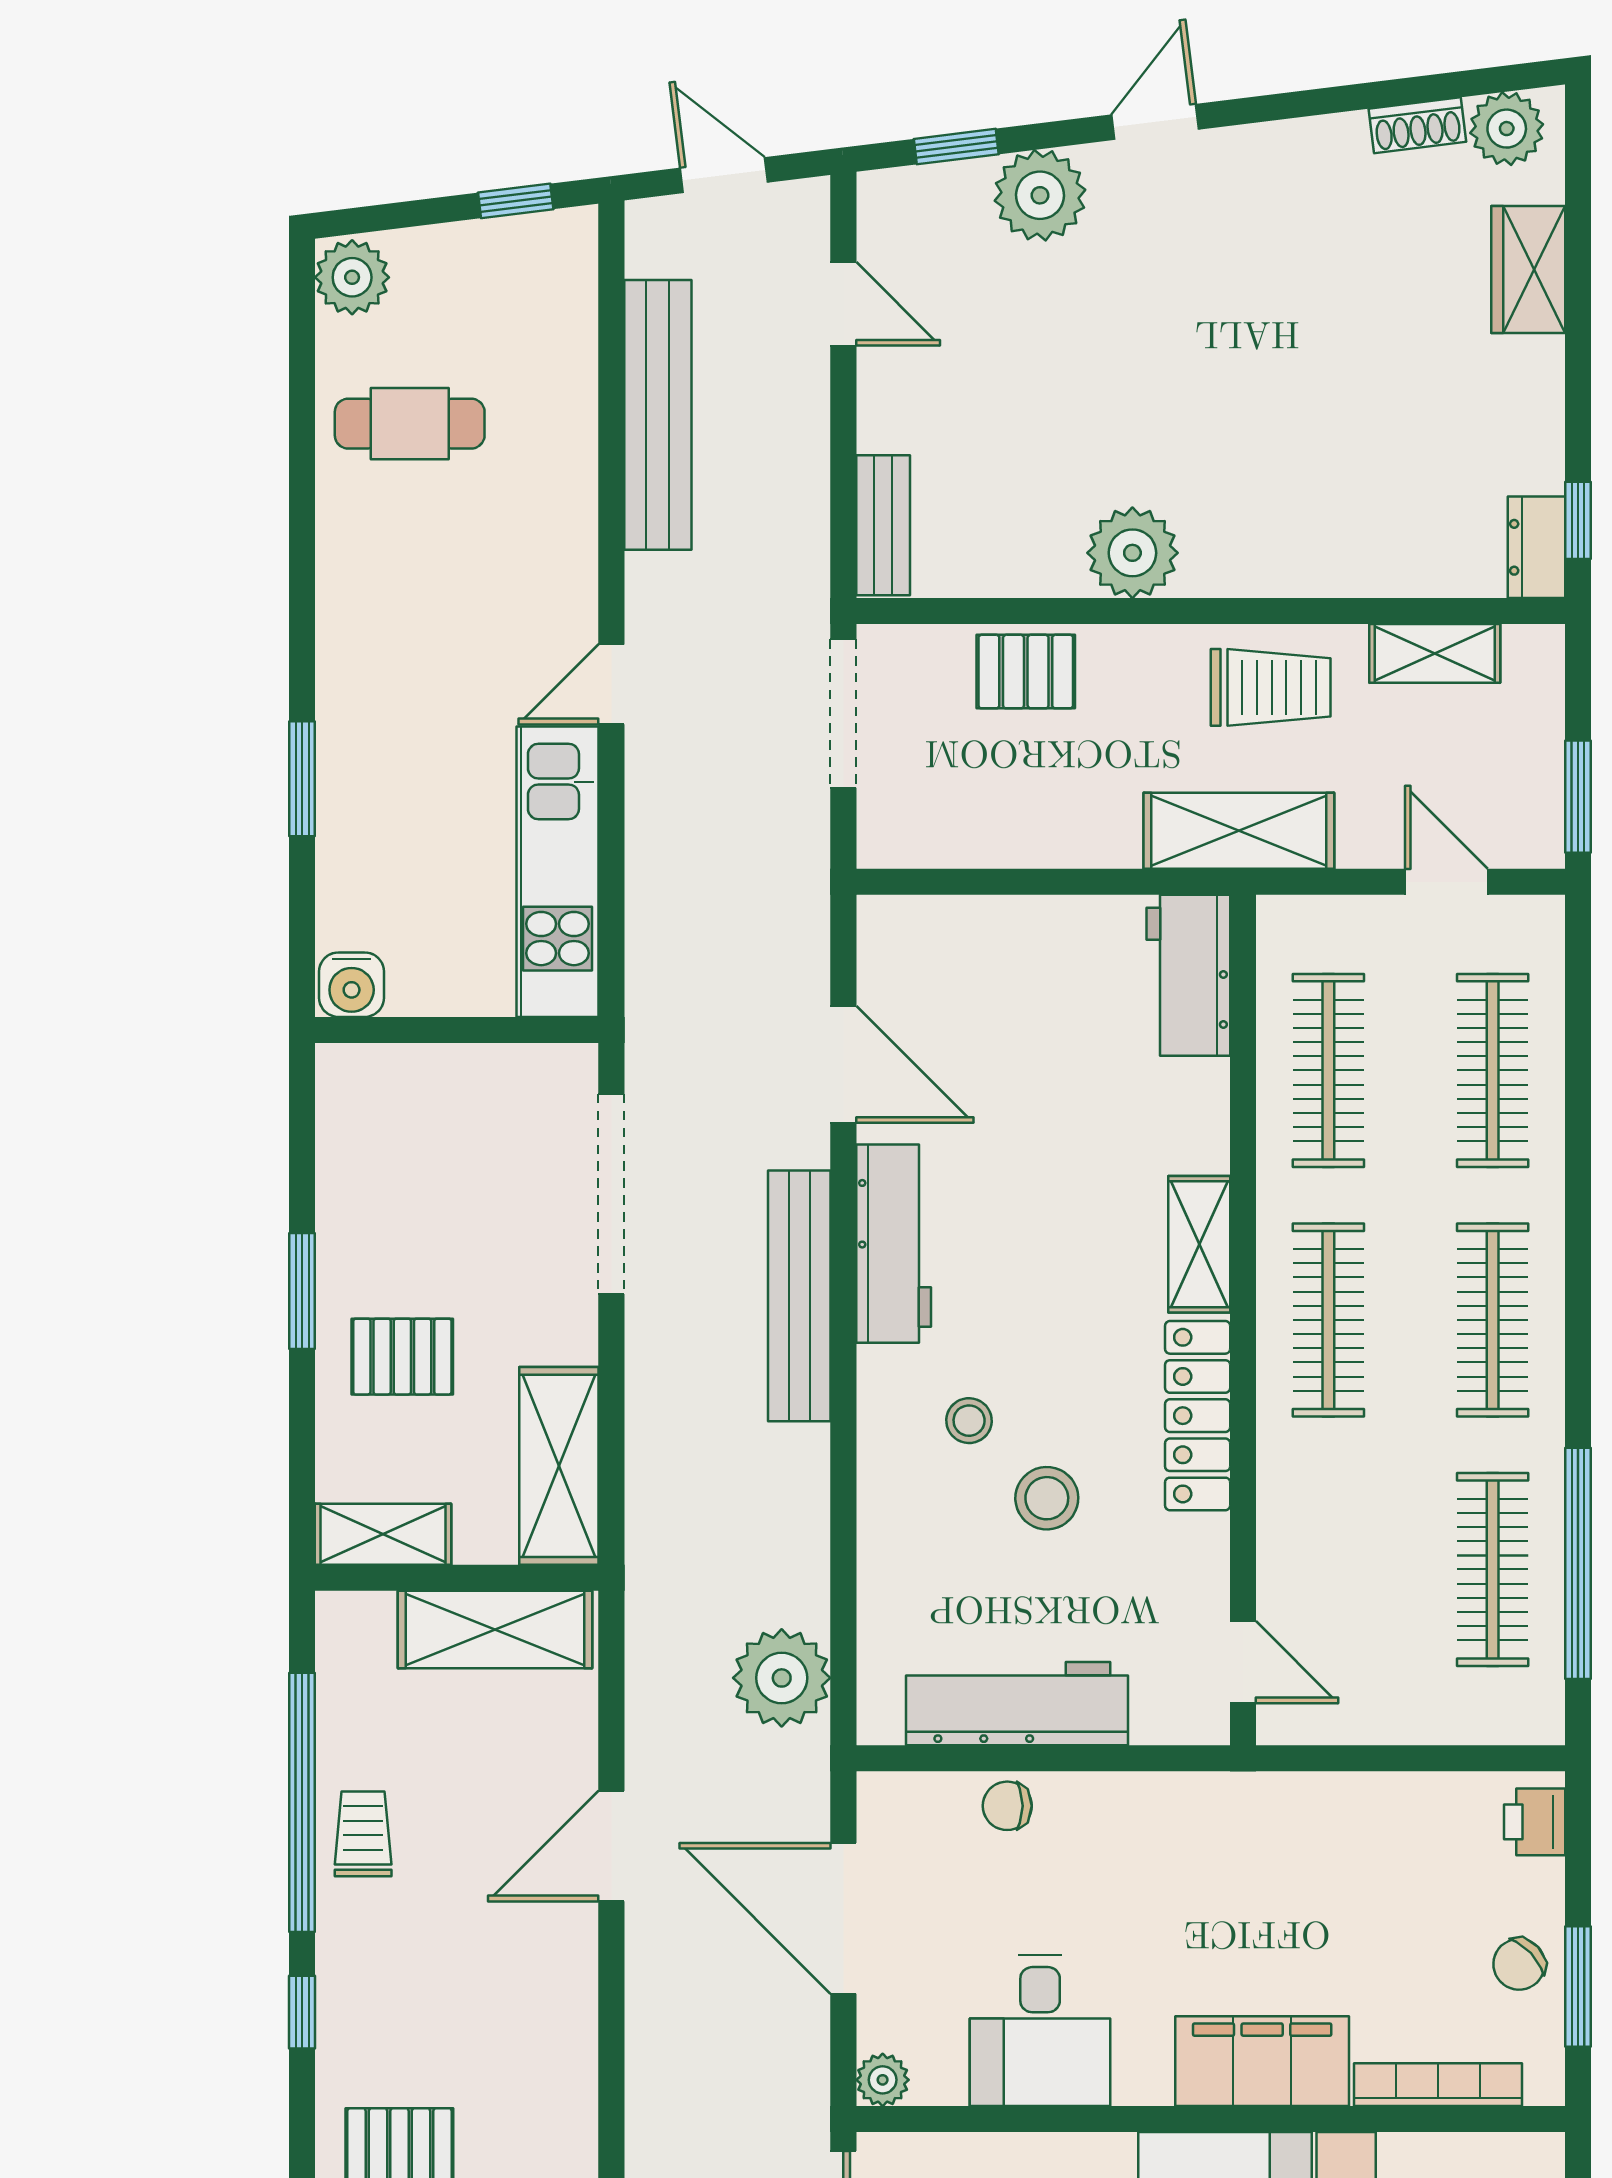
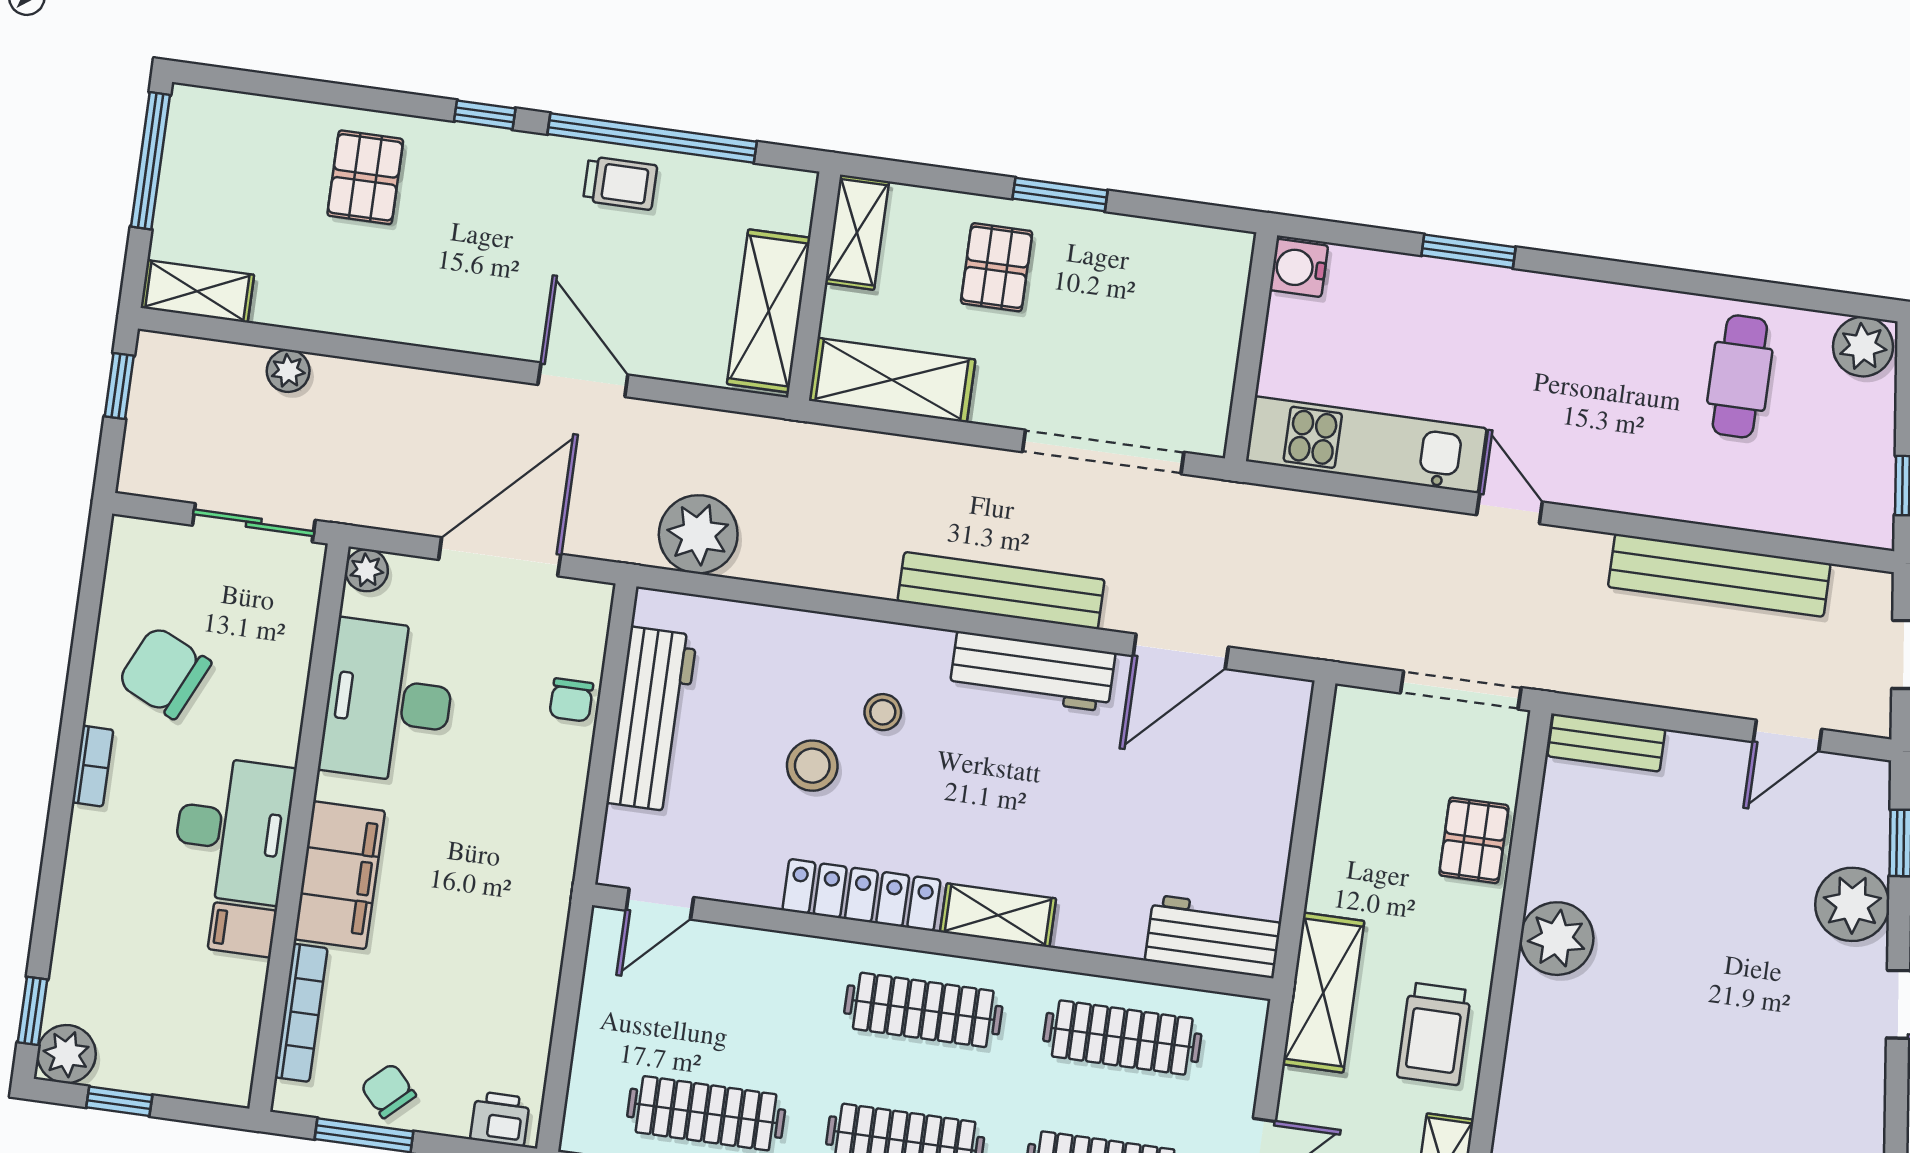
chair: (1007, 1806) -> (571, 700), turned 180
desk: (1040, 2031) -> (388, 701), width x1.37

